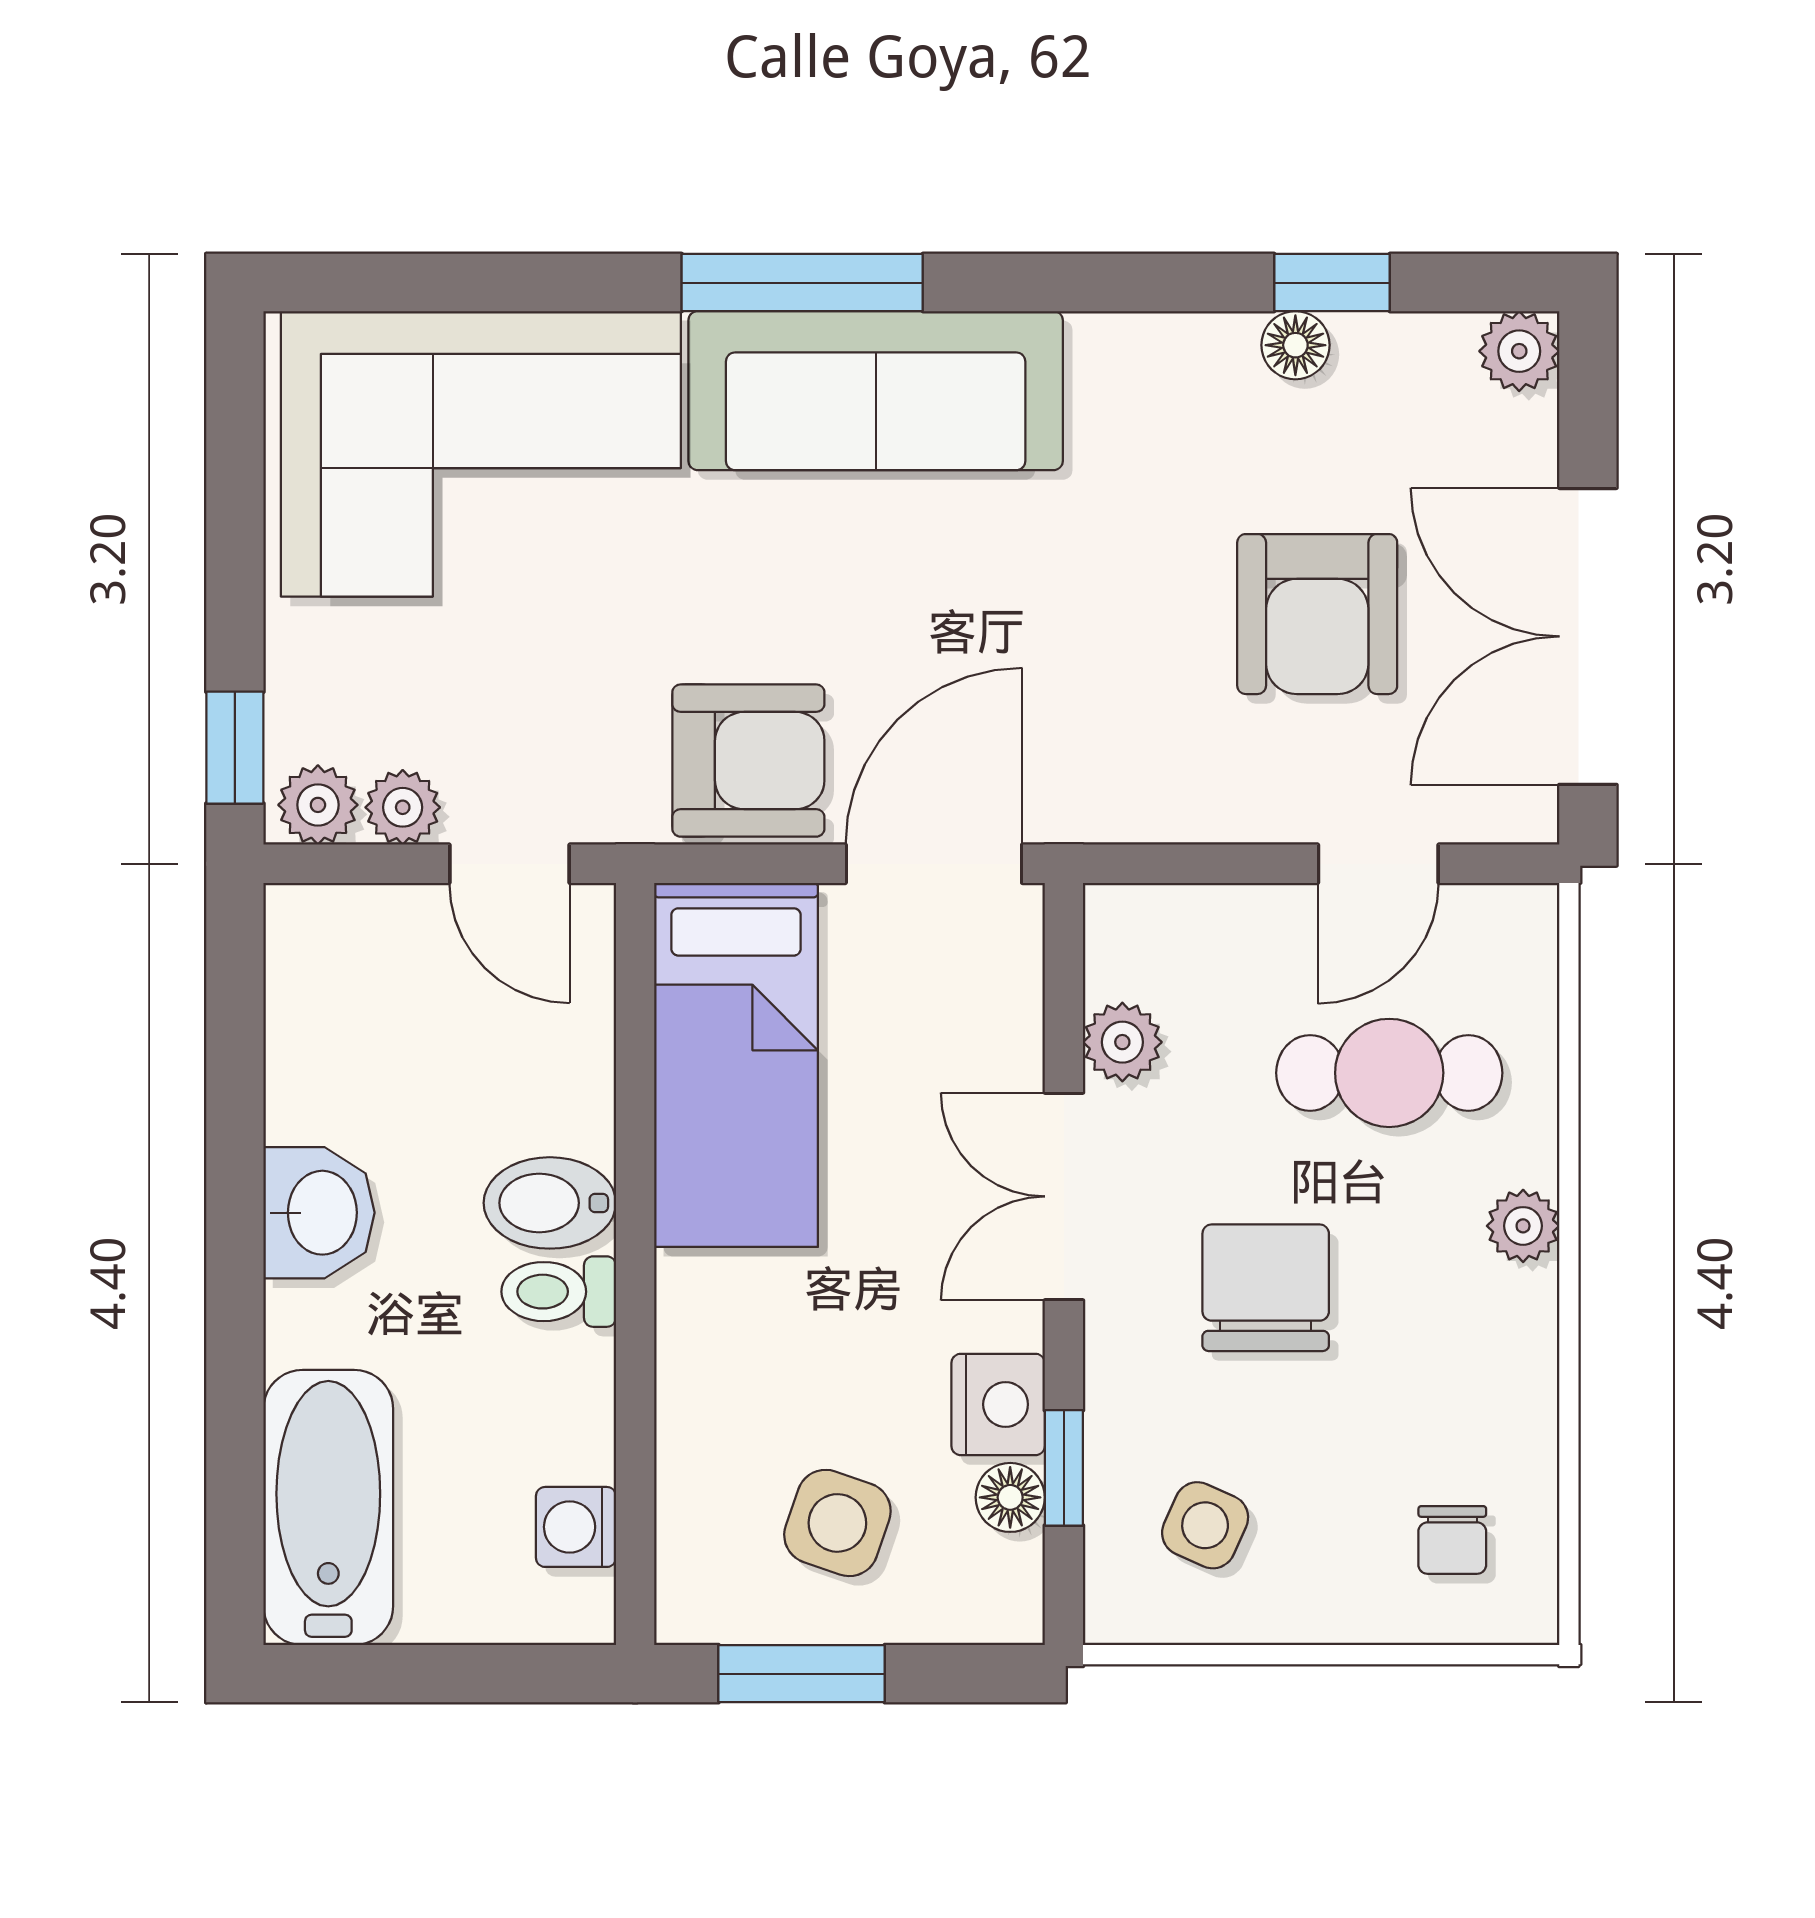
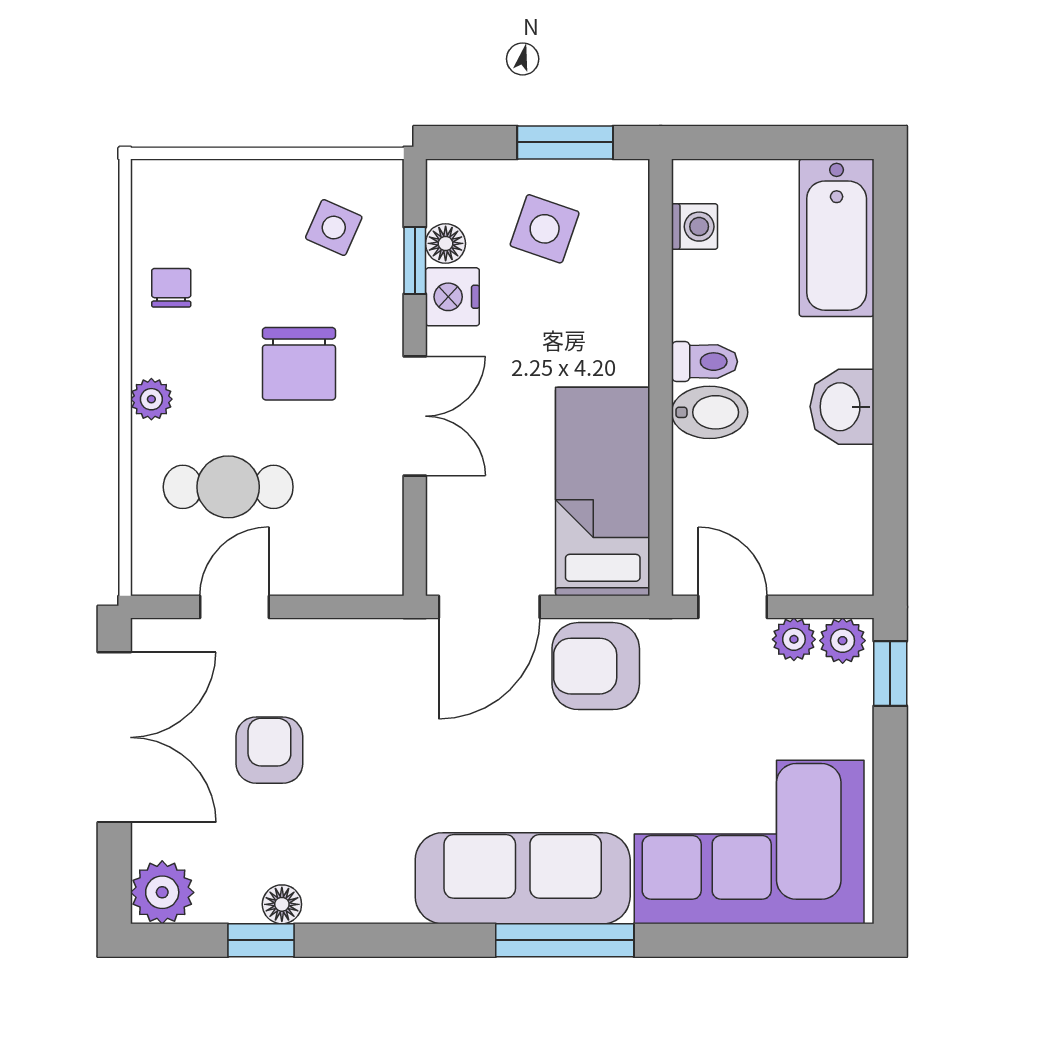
plant: (1519, 351) -> (162, 892), width x1.38, depth x1.38
armchair: (1317, 614) -> (269, 750), width x0.72, depth x0.72
plant: (1122, 1042) -> (381, 505), removed
chair: (1452, 1540) -> (171, 288), moved

